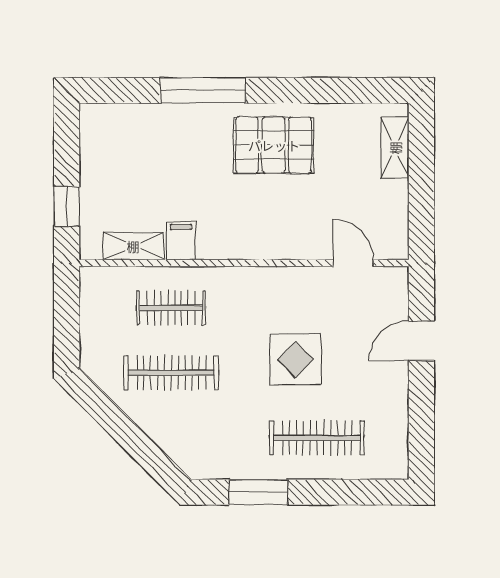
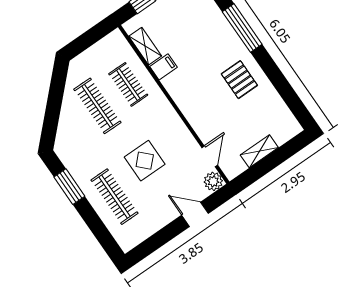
pallet: (274, 145) -> (239, 80), width x0.67, depth x0.71
shelving: (395, 148) -> (259, 151), moved
plant: (392, 282) -> (213, 181), added

